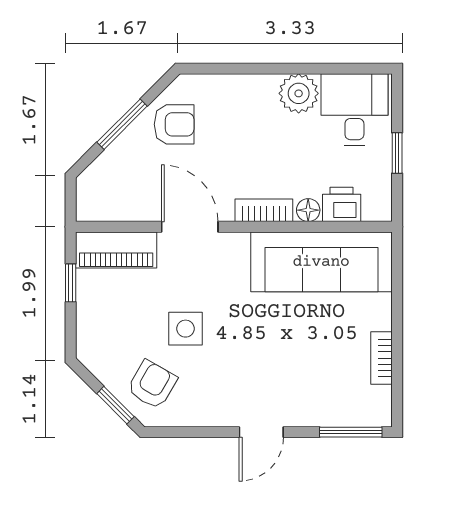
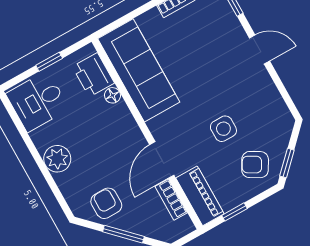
plant: (299, 93) -> (57, 159), moved
printer: (342, 204) -> (93, 75), width x1.36, depth x1.24
bookcase: (264, 210) -> (171, 200), moved
armchair: (152, 385) -> (255, 165), moved
window: (115, 405) -> (287, 163), moved

